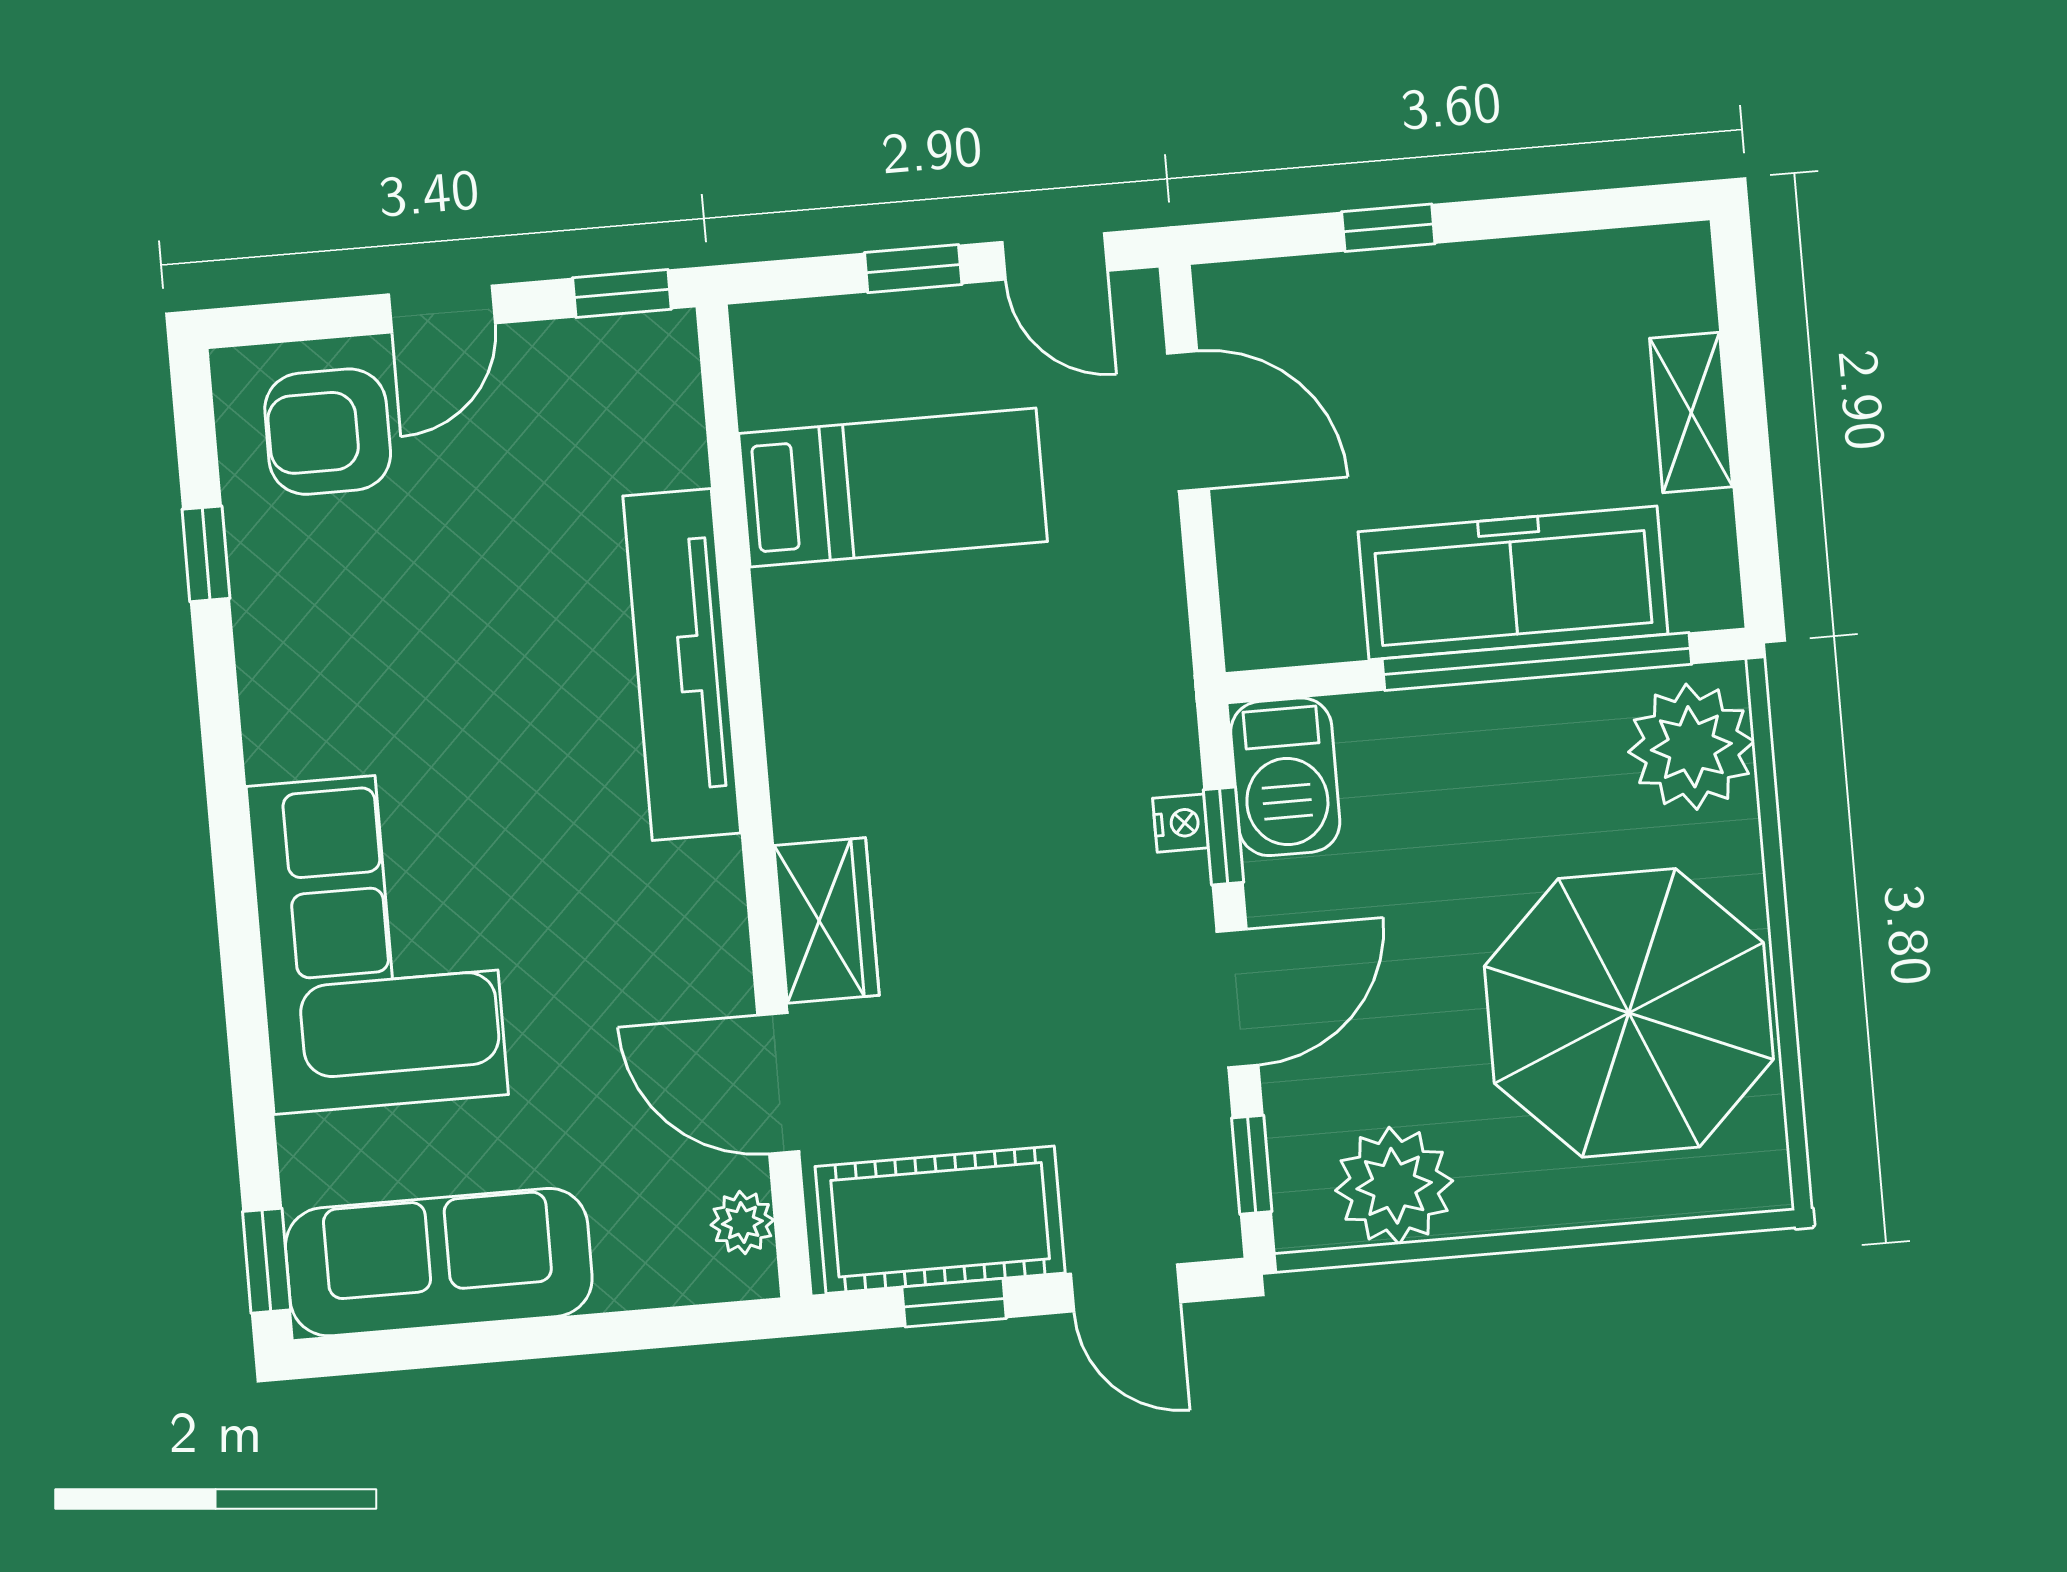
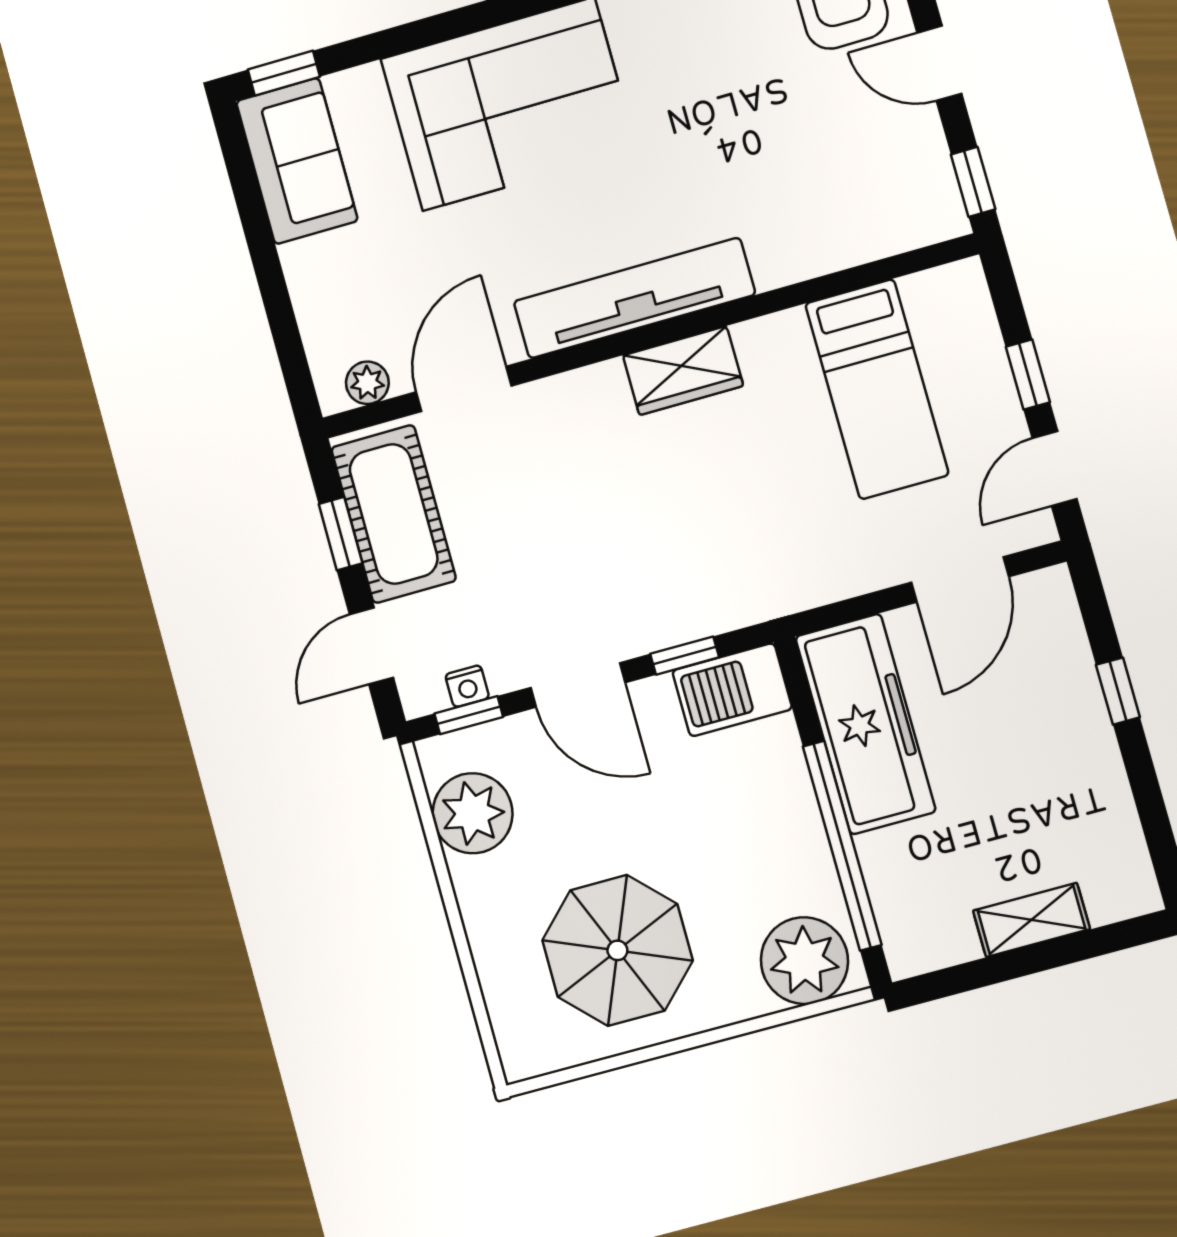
freezer: (1513, 583) -> (865, 724), moved
tv unit: (682, 664) -> (634, 298), moved
nightstand: (1181, 823) -> (467, 686), moved
wardrobe: (826, 920) -> (683, 371), moved
parasol: (1629, 1013) -> (617, 950), width x0.73, depth x0.73
sofa: (439, 1262) -> (297, 161), width x0.73

